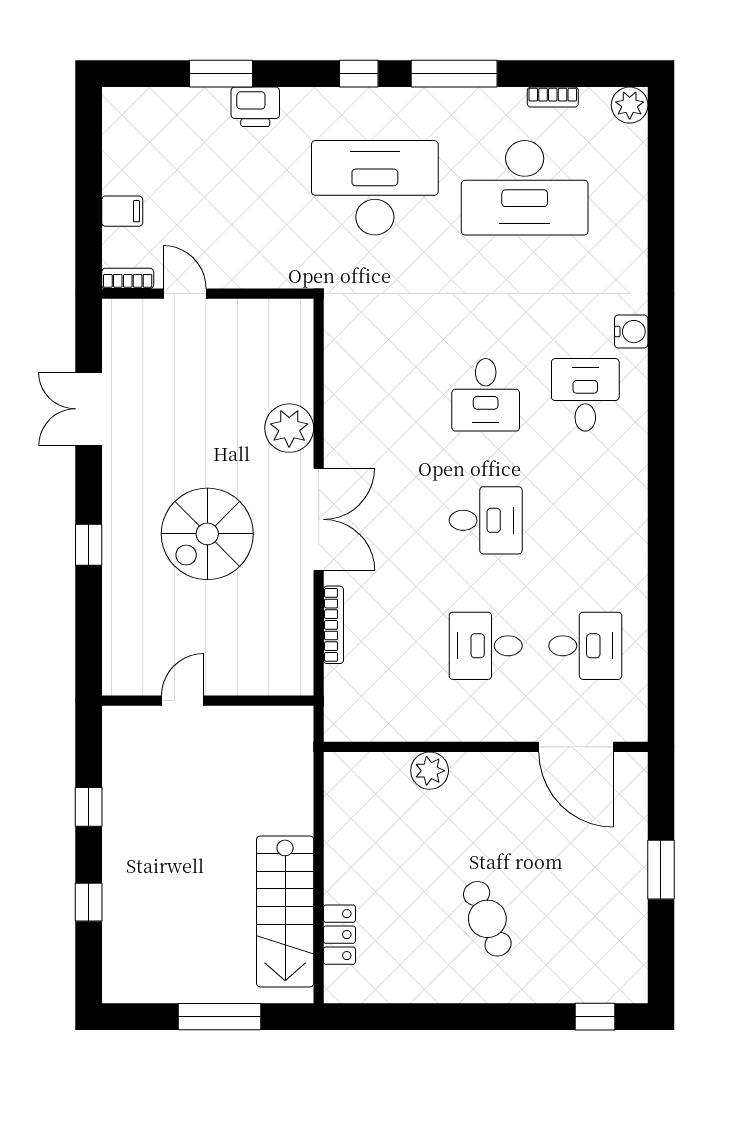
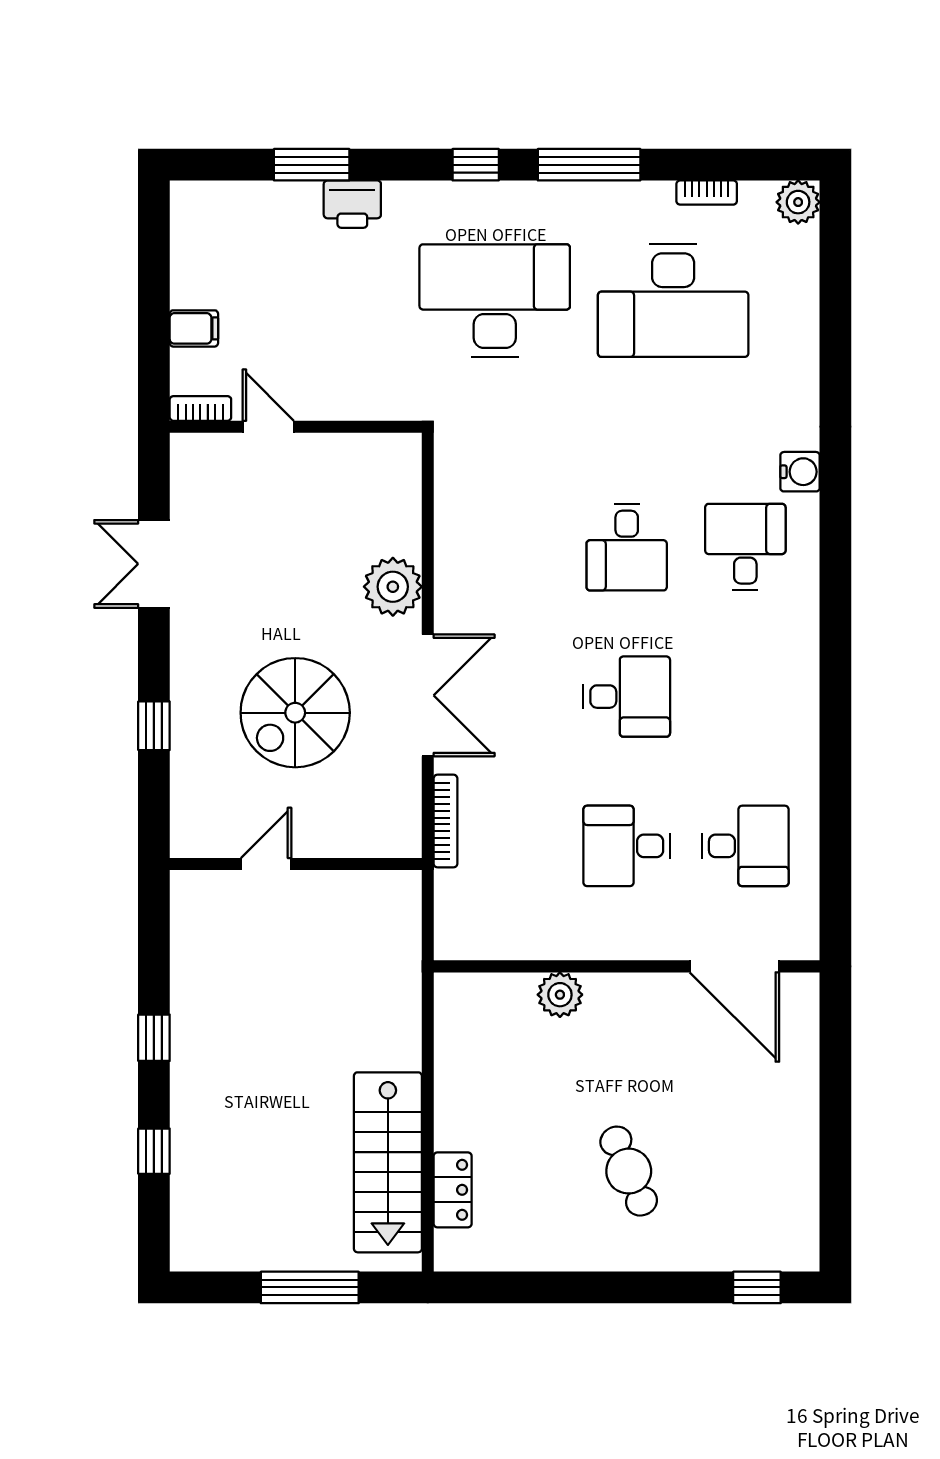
door: (183, 701) -> (266, 864), moved
wall: (208, 701) -> (296, 864), moved
window: (661, 870) -> (835, 1112), removed

